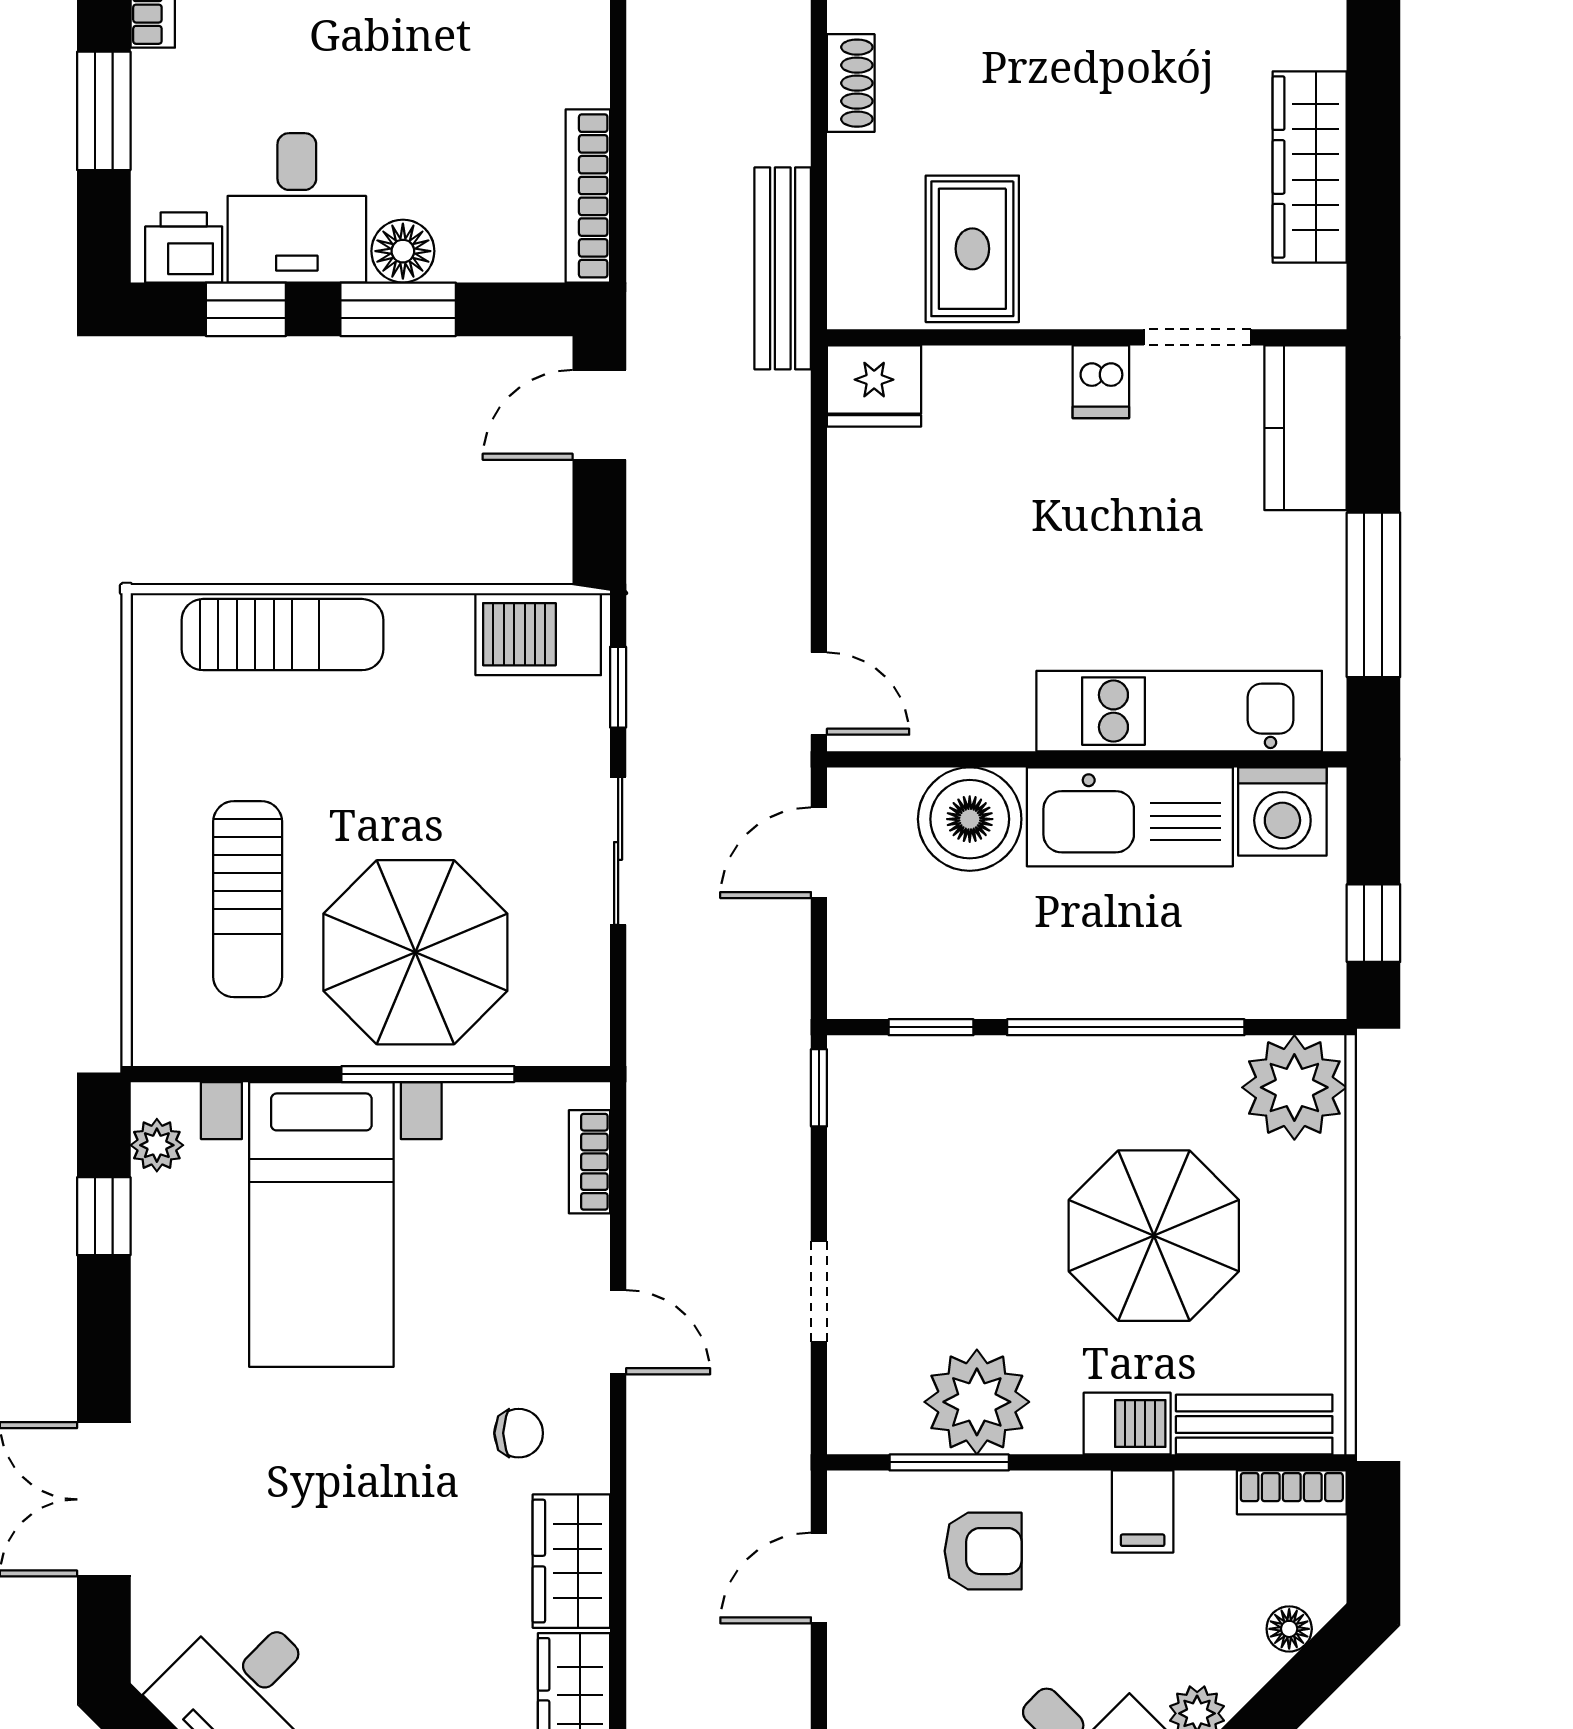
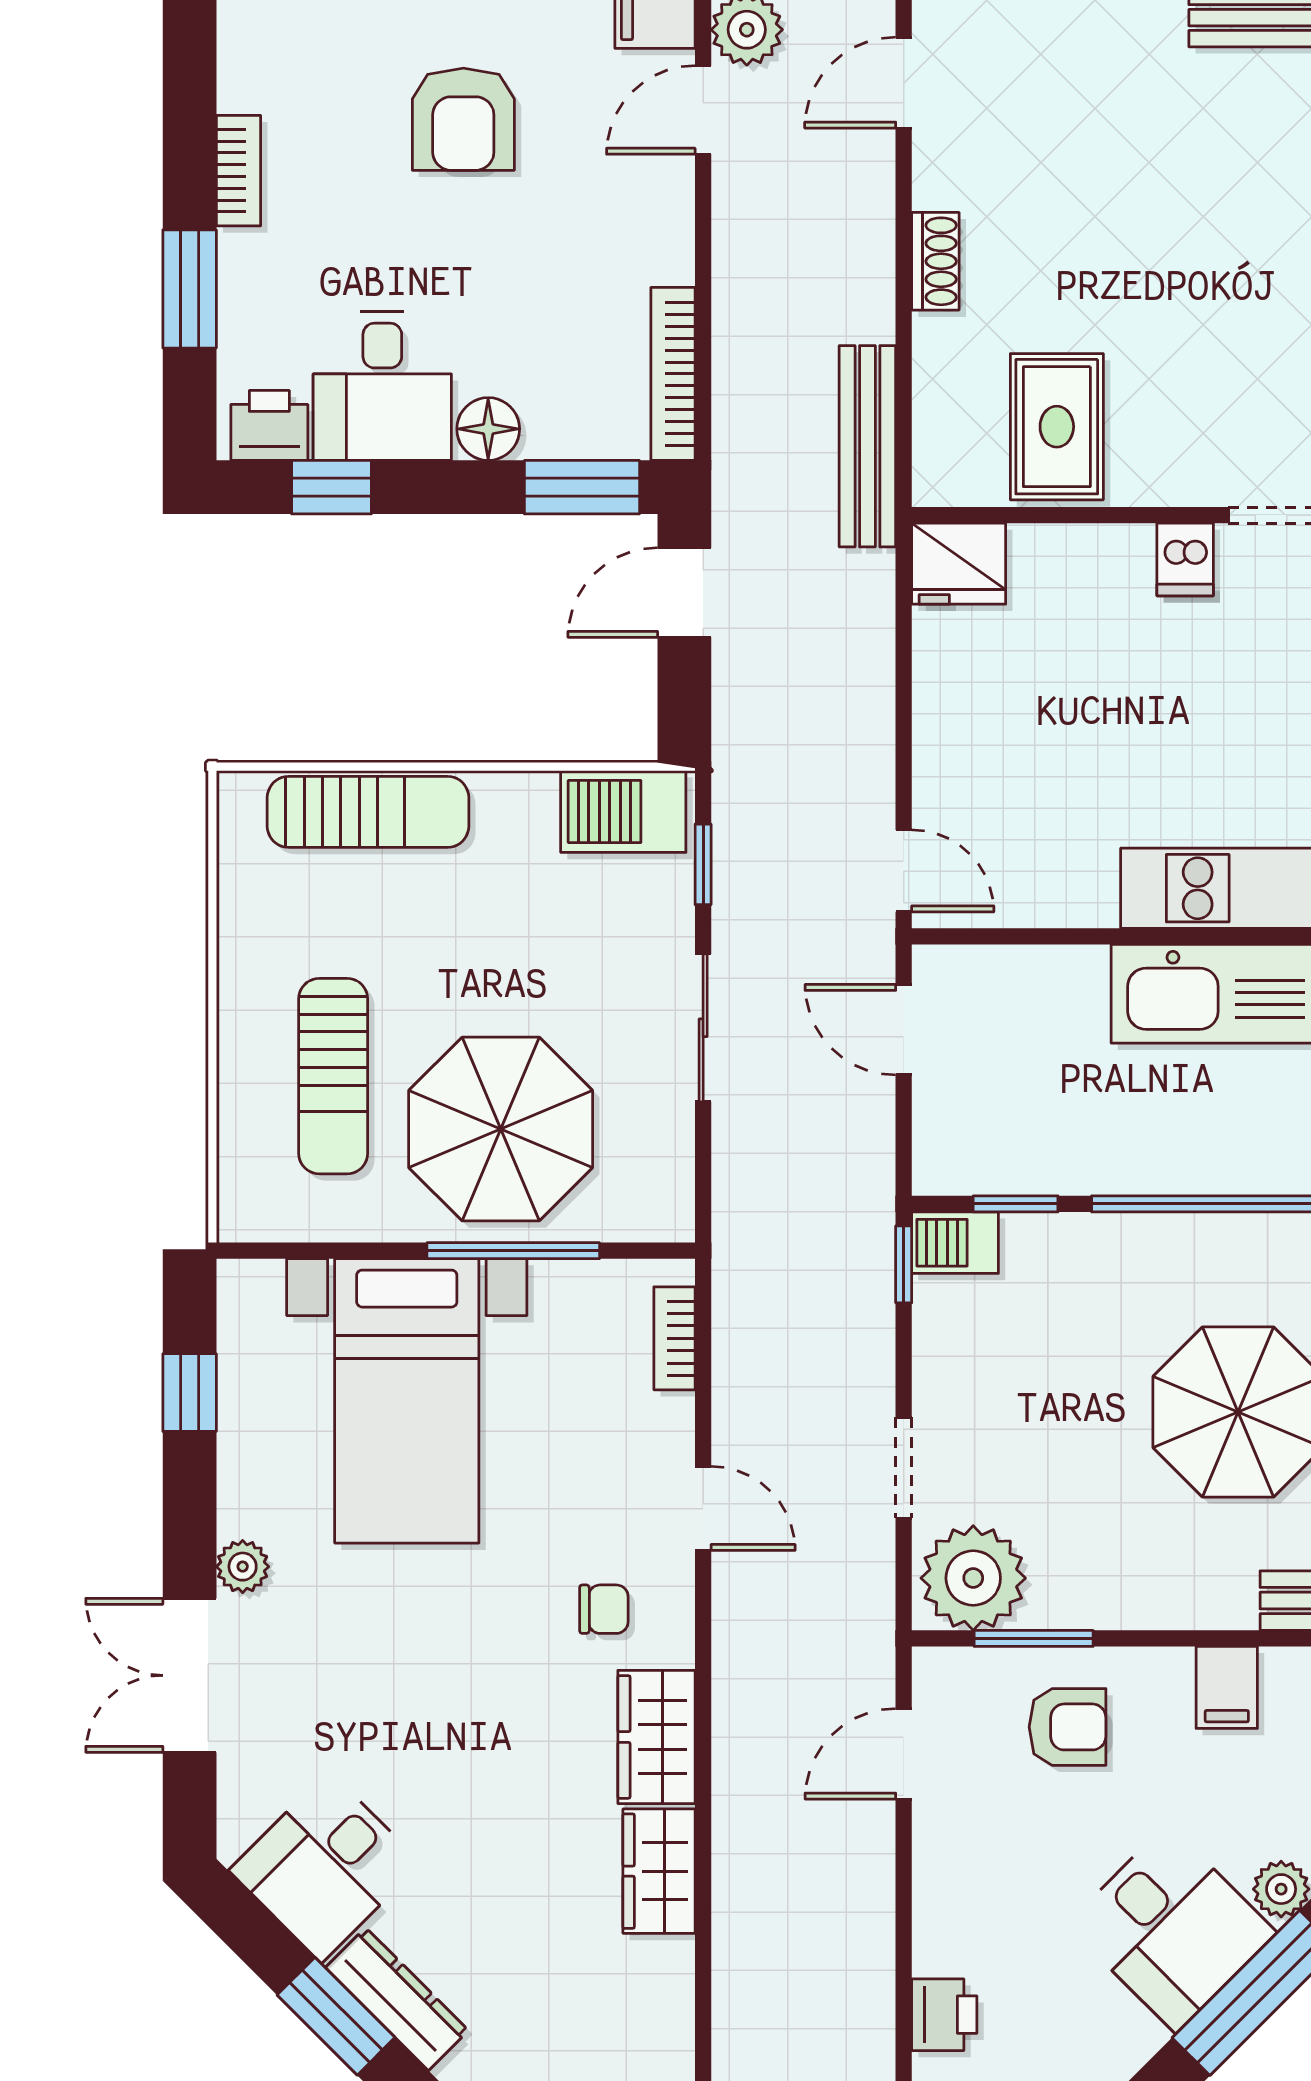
window: (398, 309) -> (582, 487), moved
boiler: (970, 819) -> (1054, 996), removed
door: (819, 853) -> (904, 1030), hinge flipped
plant: (157, 1145) -> (243, 1567), moved
plant: (977, 1402) -> (973, 1578), moved
barbecue: (1127, 1424) -> (955, 1243), moved, turned 180

